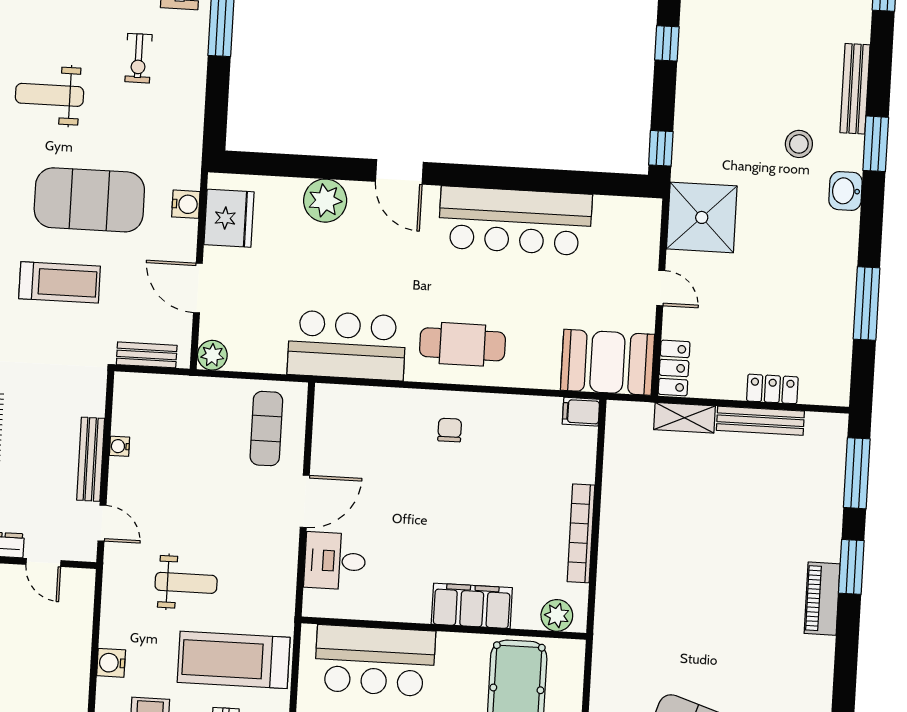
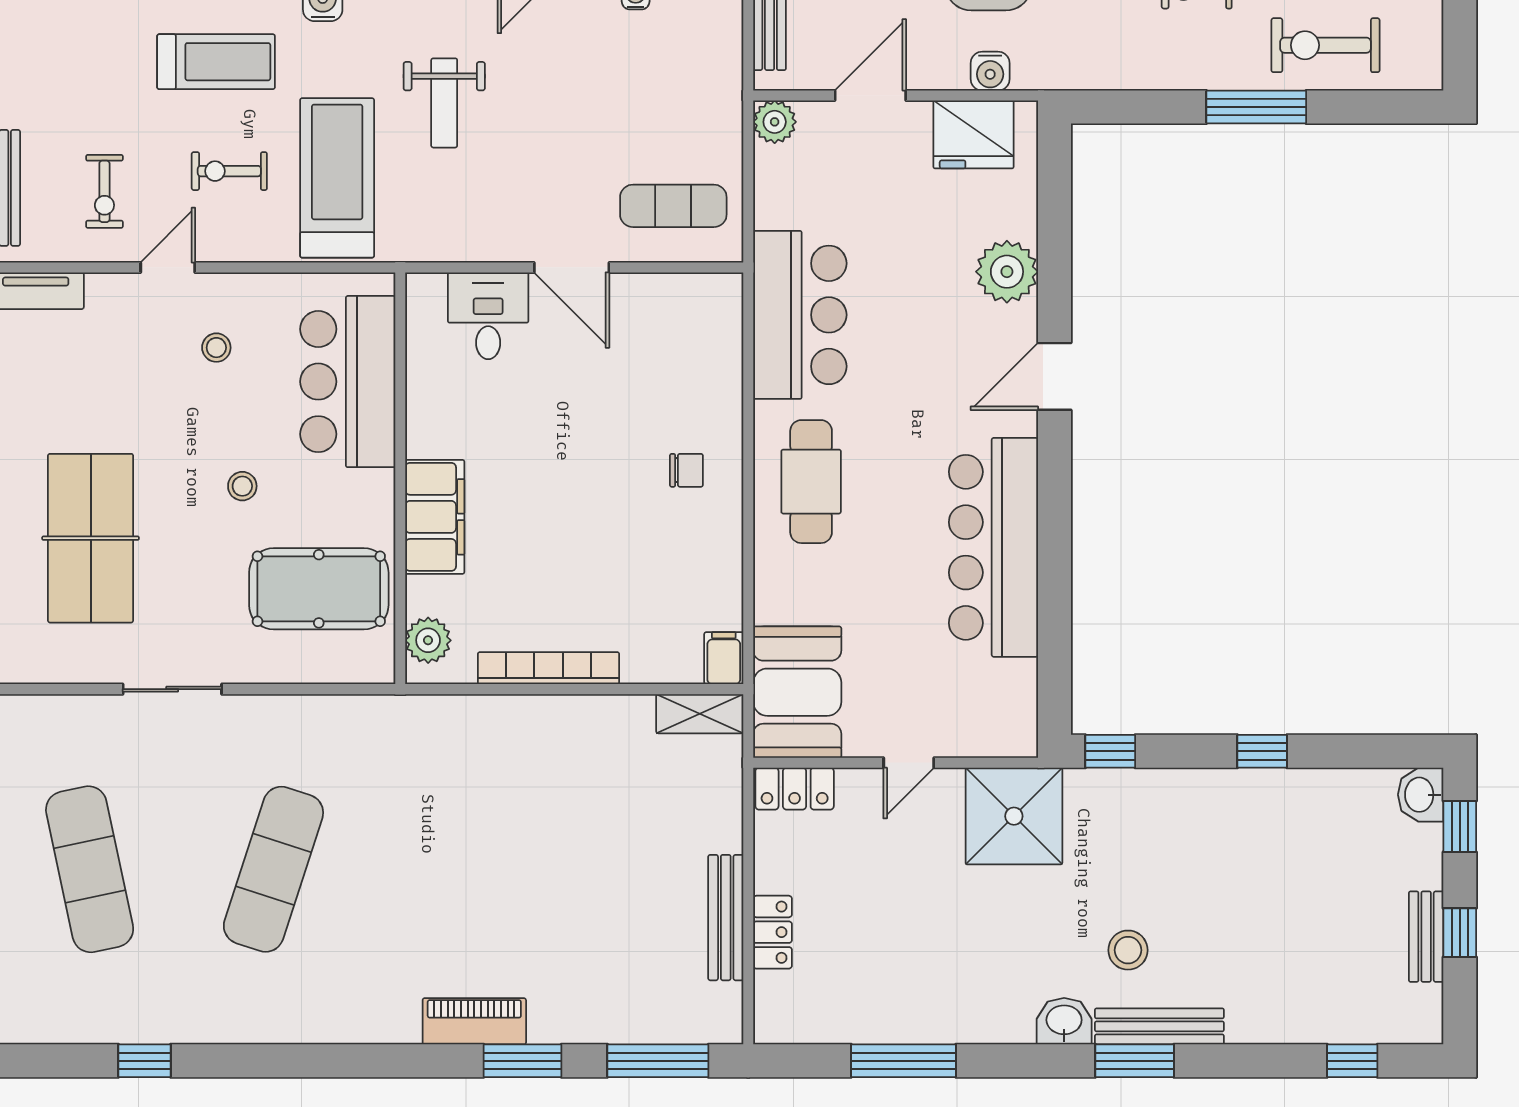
bench: (855, 89) -> (1159, 1026), moved
shelving: (685, 418) -> (700, 714), moved, turned 90

